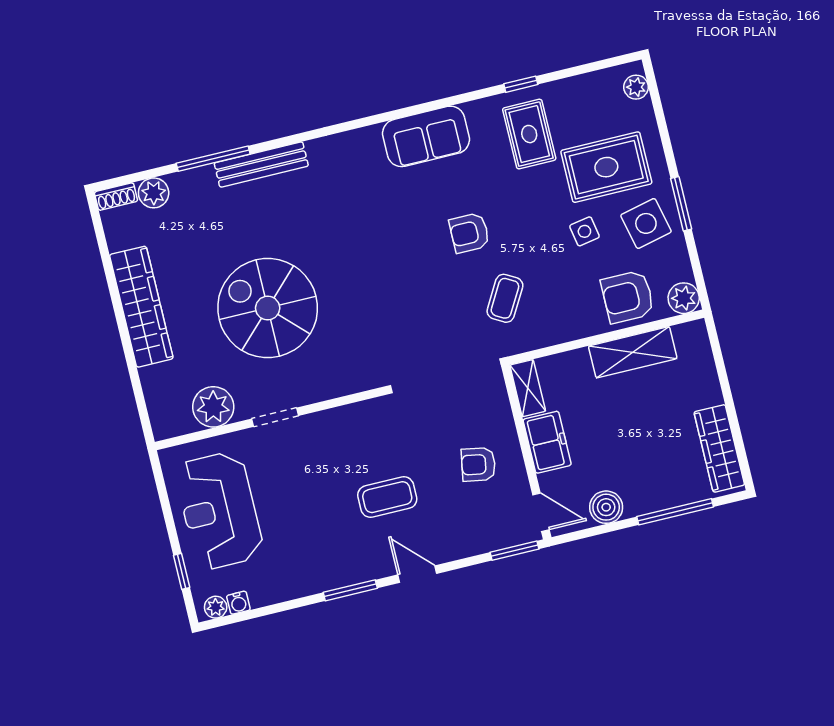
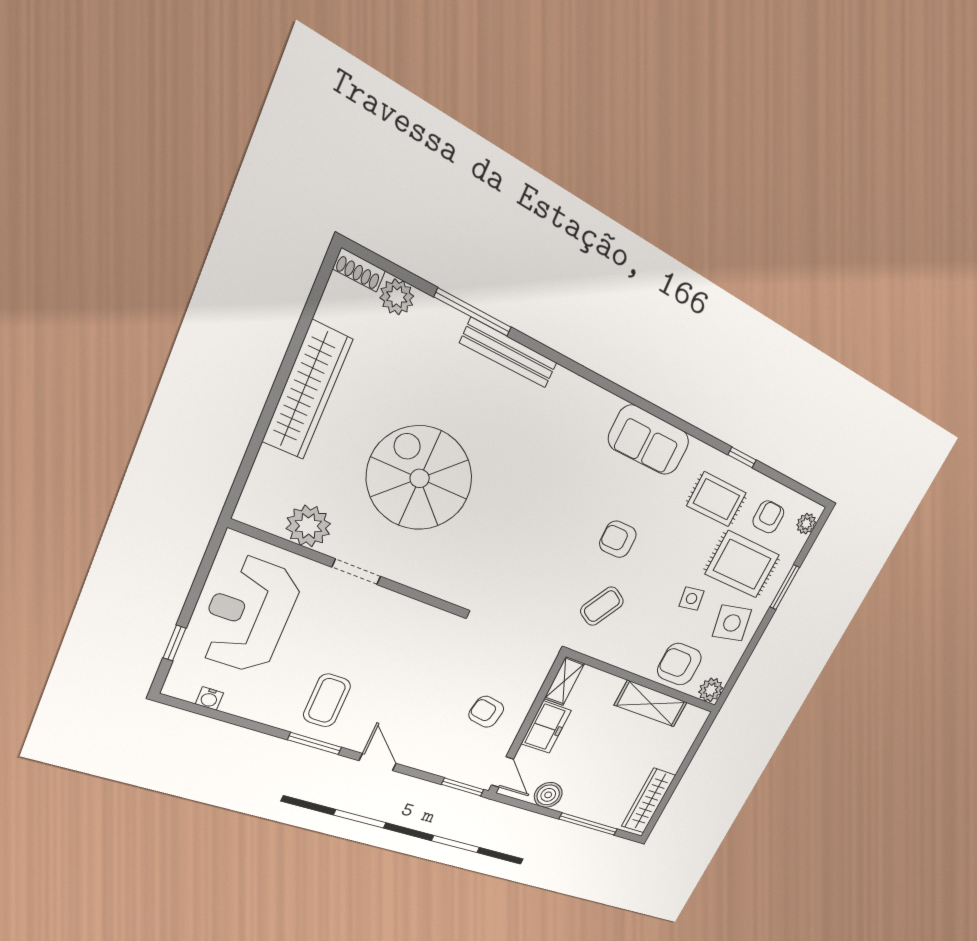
armchair: (593, 110) -> (768, 517), added
rug: (529, 134) -> (716, 499), turned 90
window: (681, 204) -> (785, 587), moved
coffee table: (387, 497) -> (327, 700), moved, turned 90
plant: (216, 607) -> (185, 690), removed

